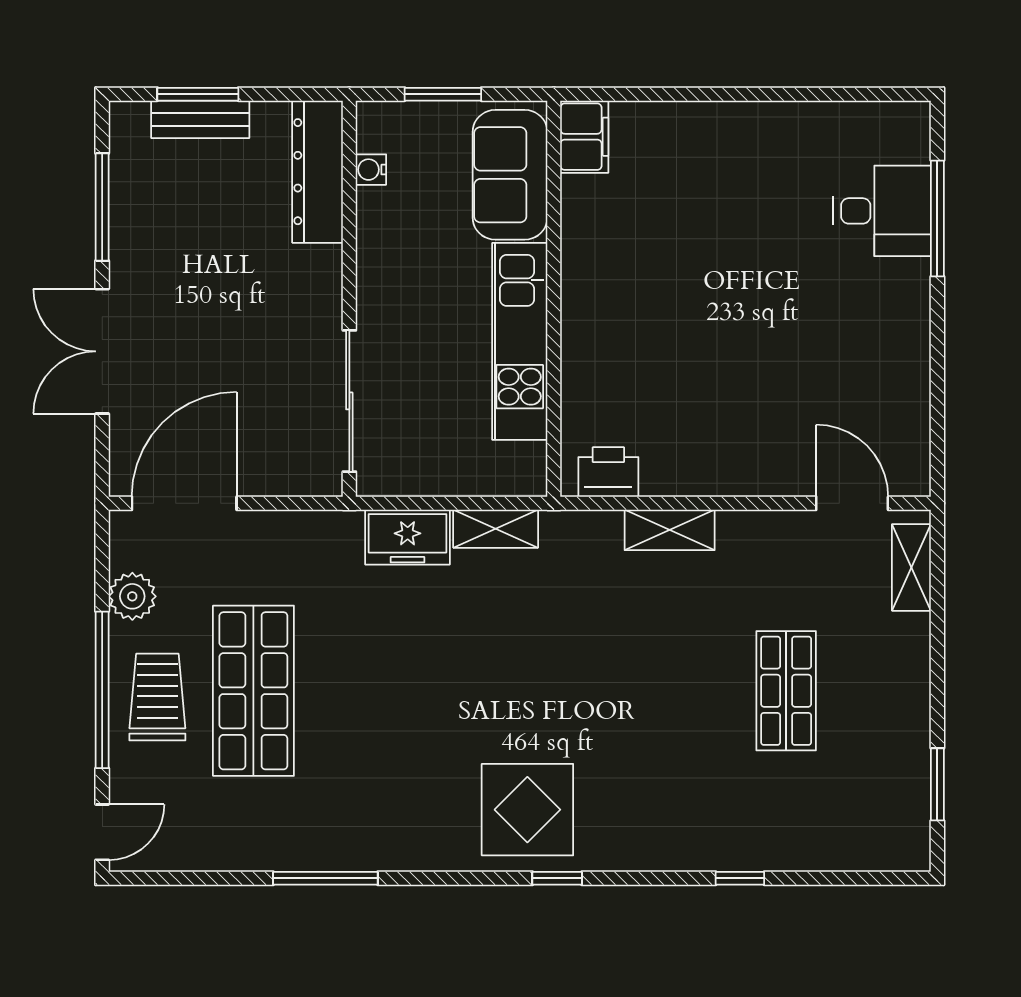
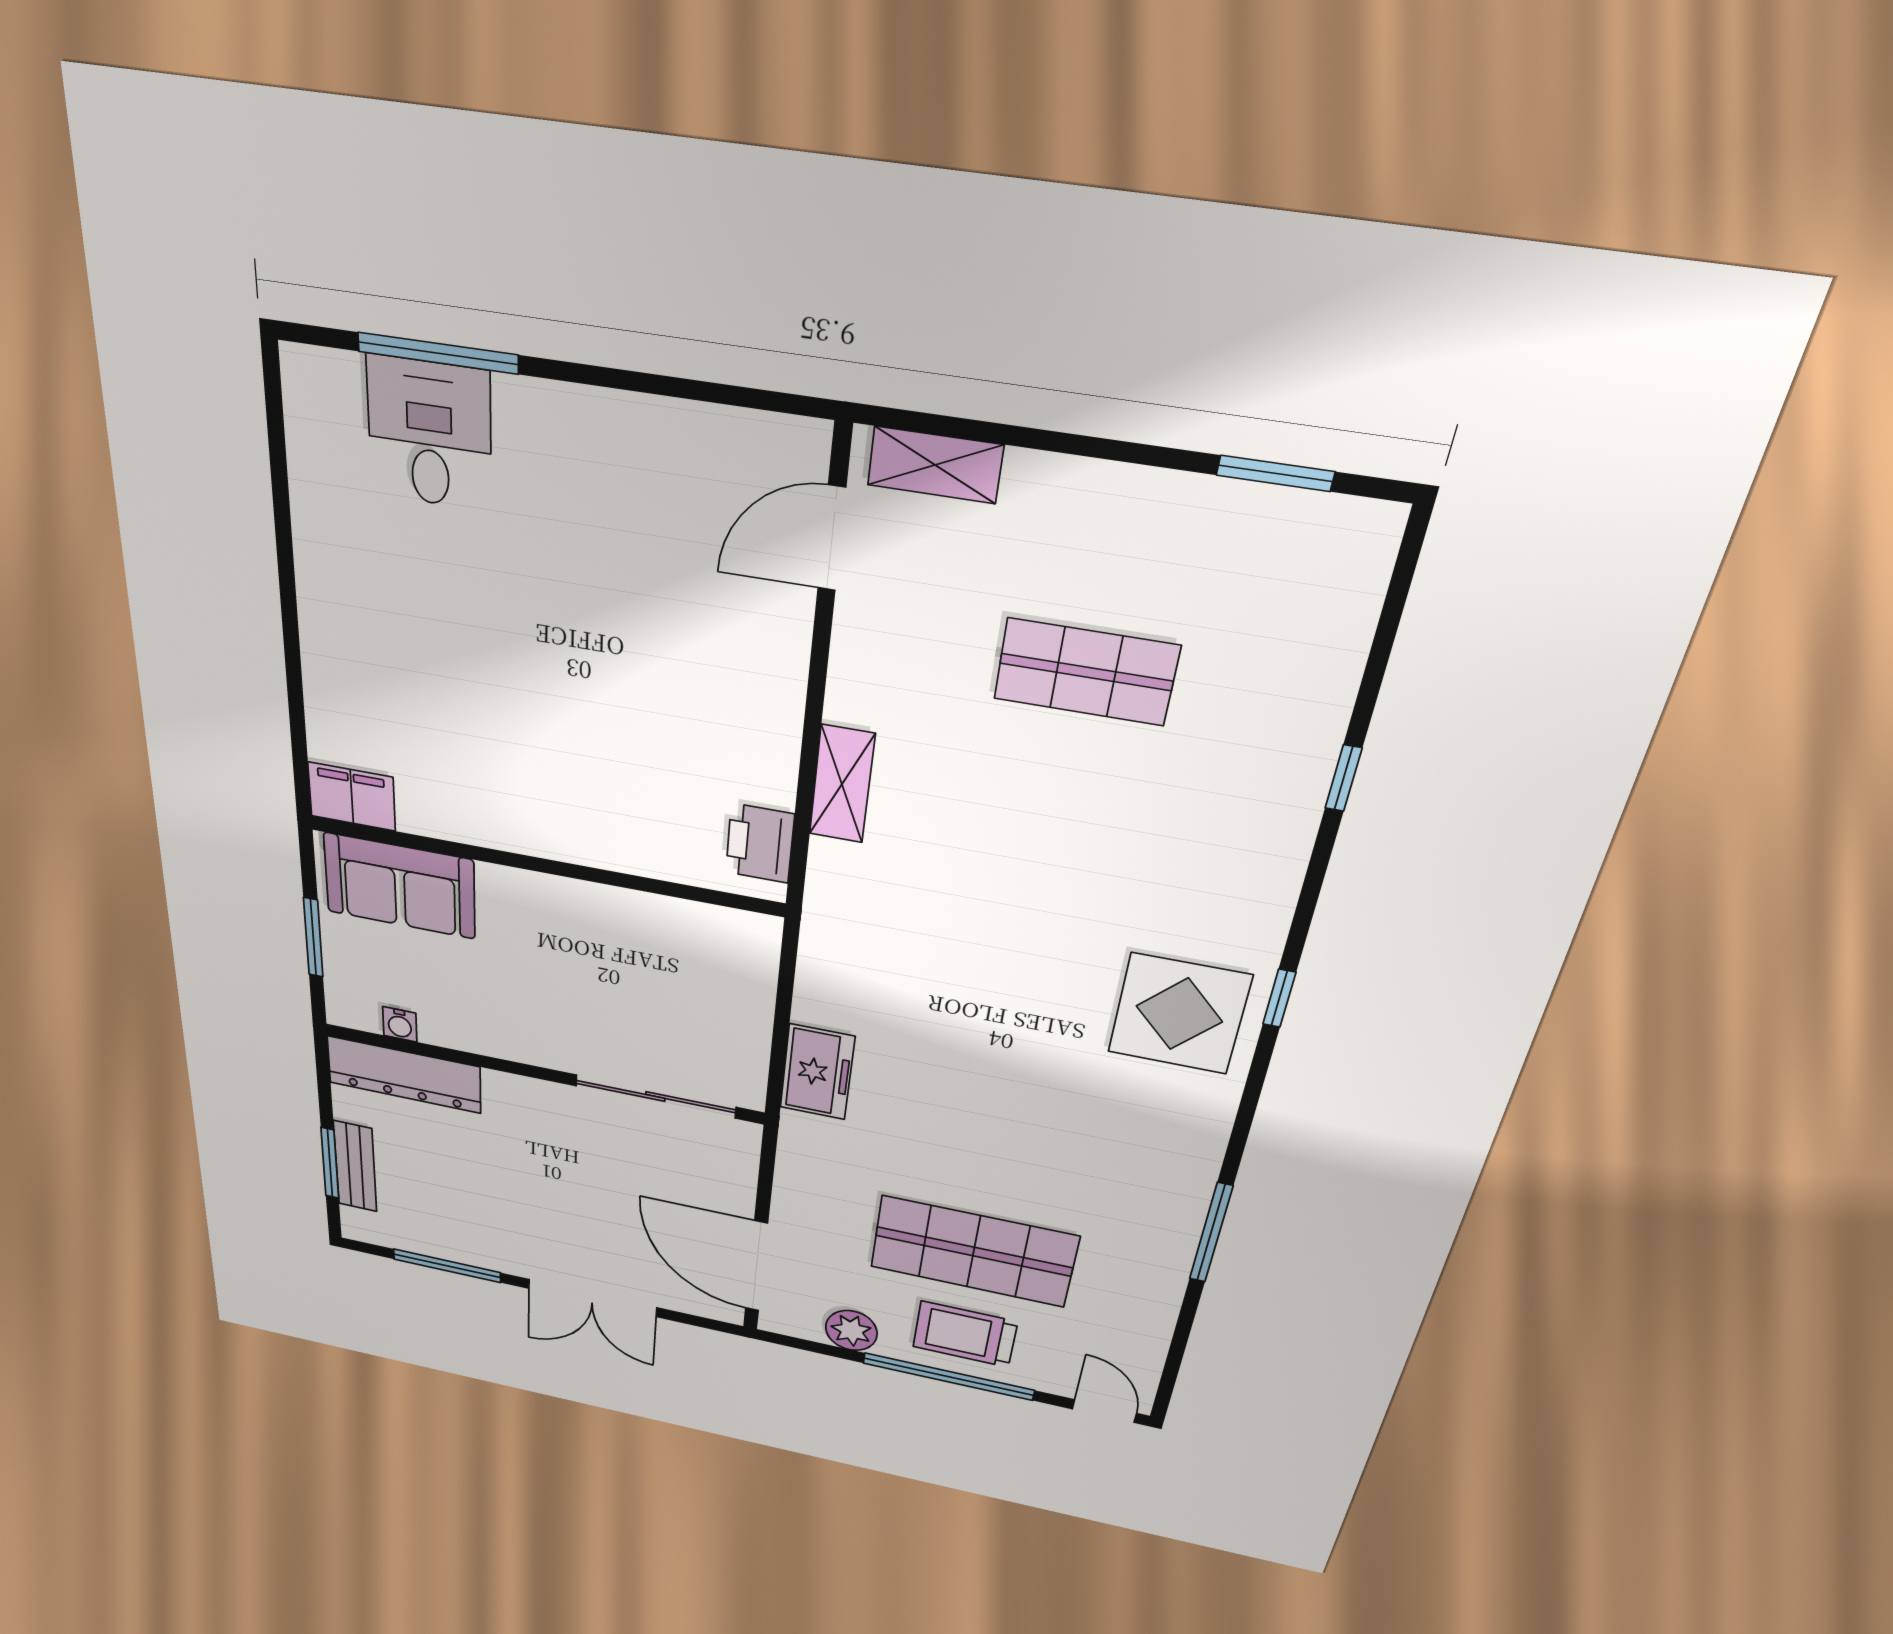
kitchen unit: (520, 341) -> (594, 912), removed
shelving: (496, 529) -> (818, 980), removed

